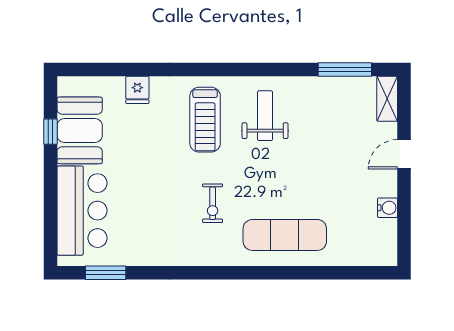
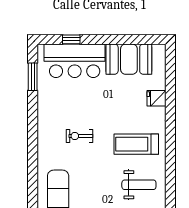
window: (51, 132) -> (71, 39), moved
exercise bike: (213, 203) -> (80, 136), moved

